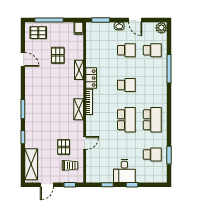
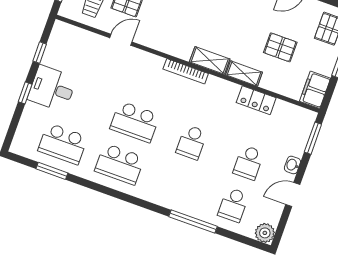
filing cabinet: (79, 28) -> (315, 90), width x2.00
locker: (91, 78) -> (256, 100), moved
shelving: (79, 109) -> (210, 60), moved
door: (85, 143) -> (121, 40), swing flipped
school desk: (152, 155) -> (63, 144), width x1.85

